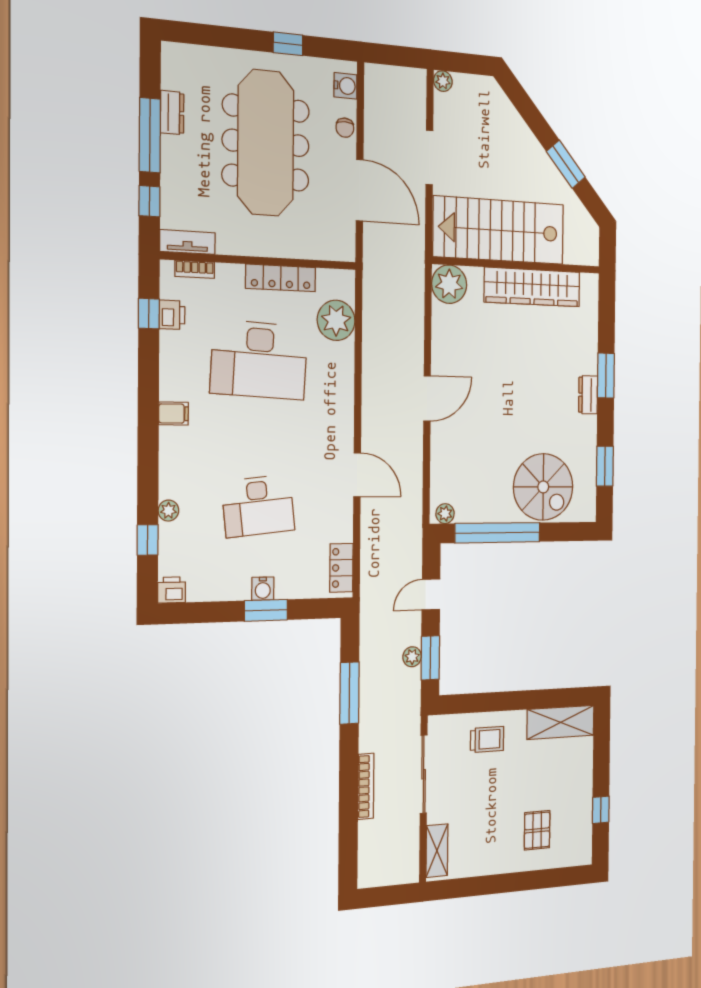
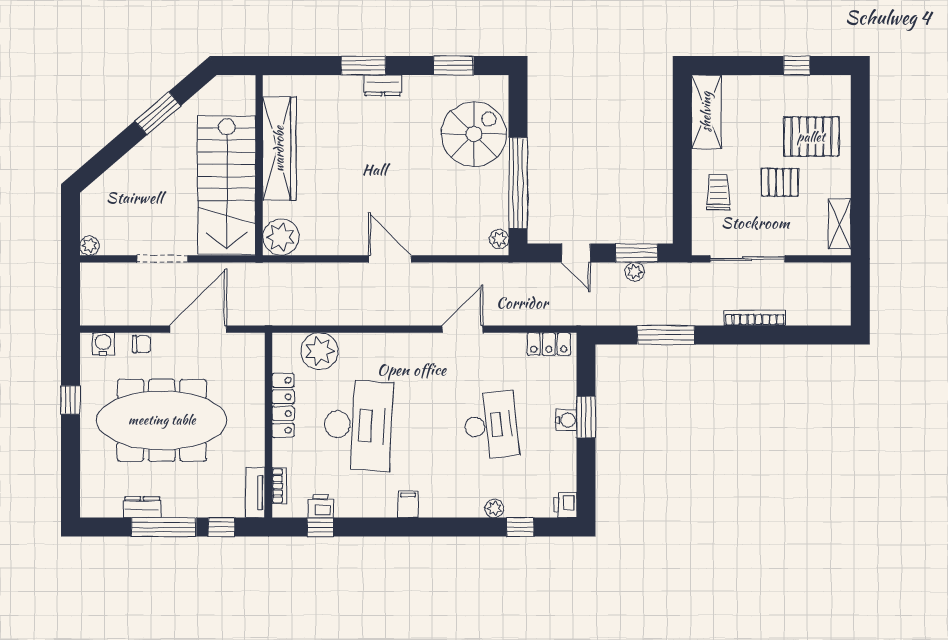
pallet: (496, 802) -> (780, 182), added
pallet: (537, 830) -> (811, 137), width x1.50, depth x1.42
shelving: (437, 851) -> (840, 224), moved, turned 90

